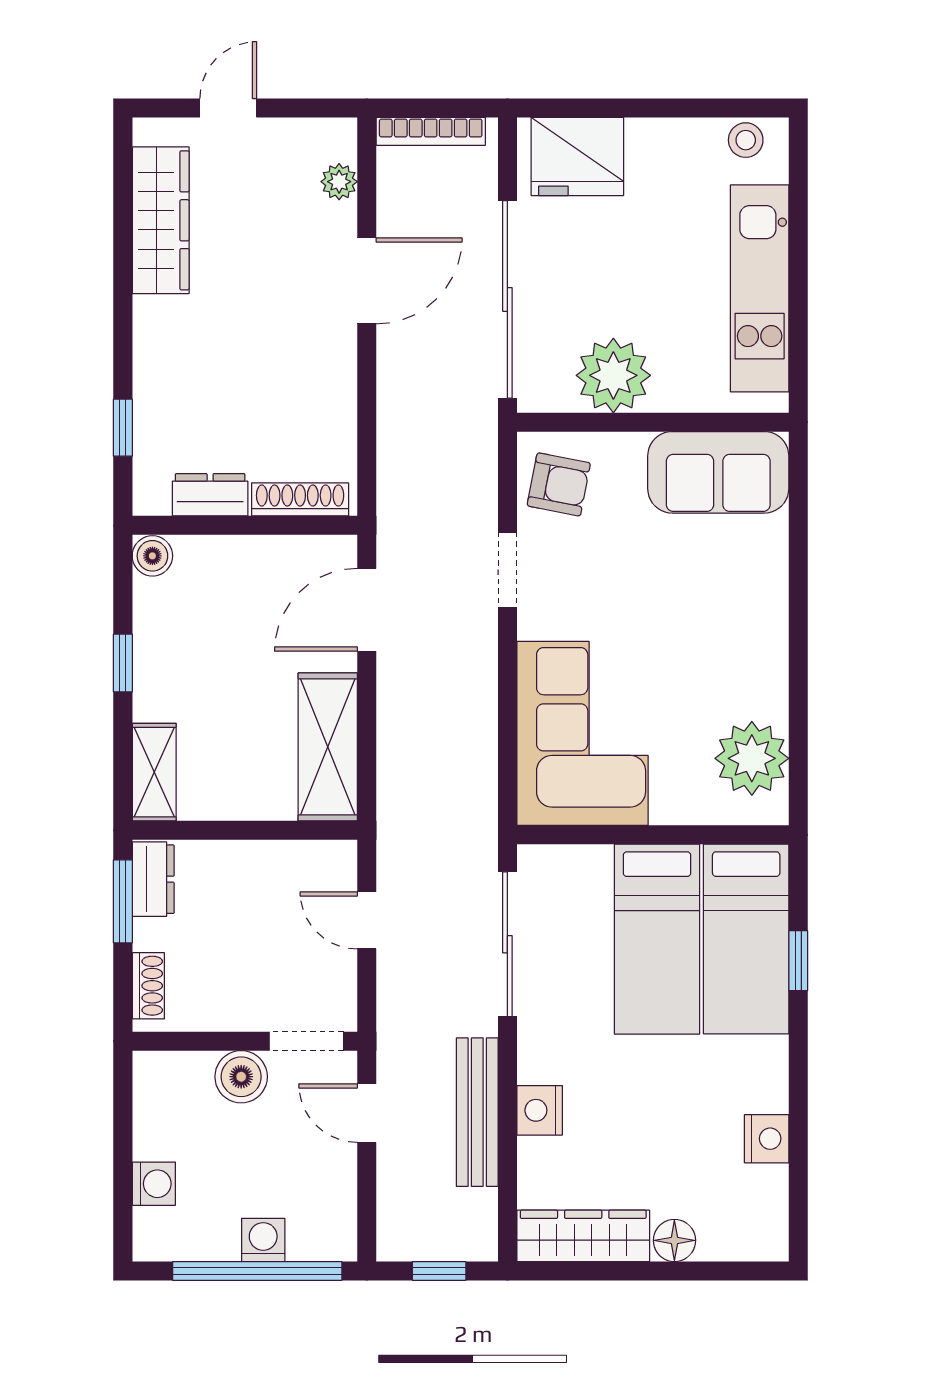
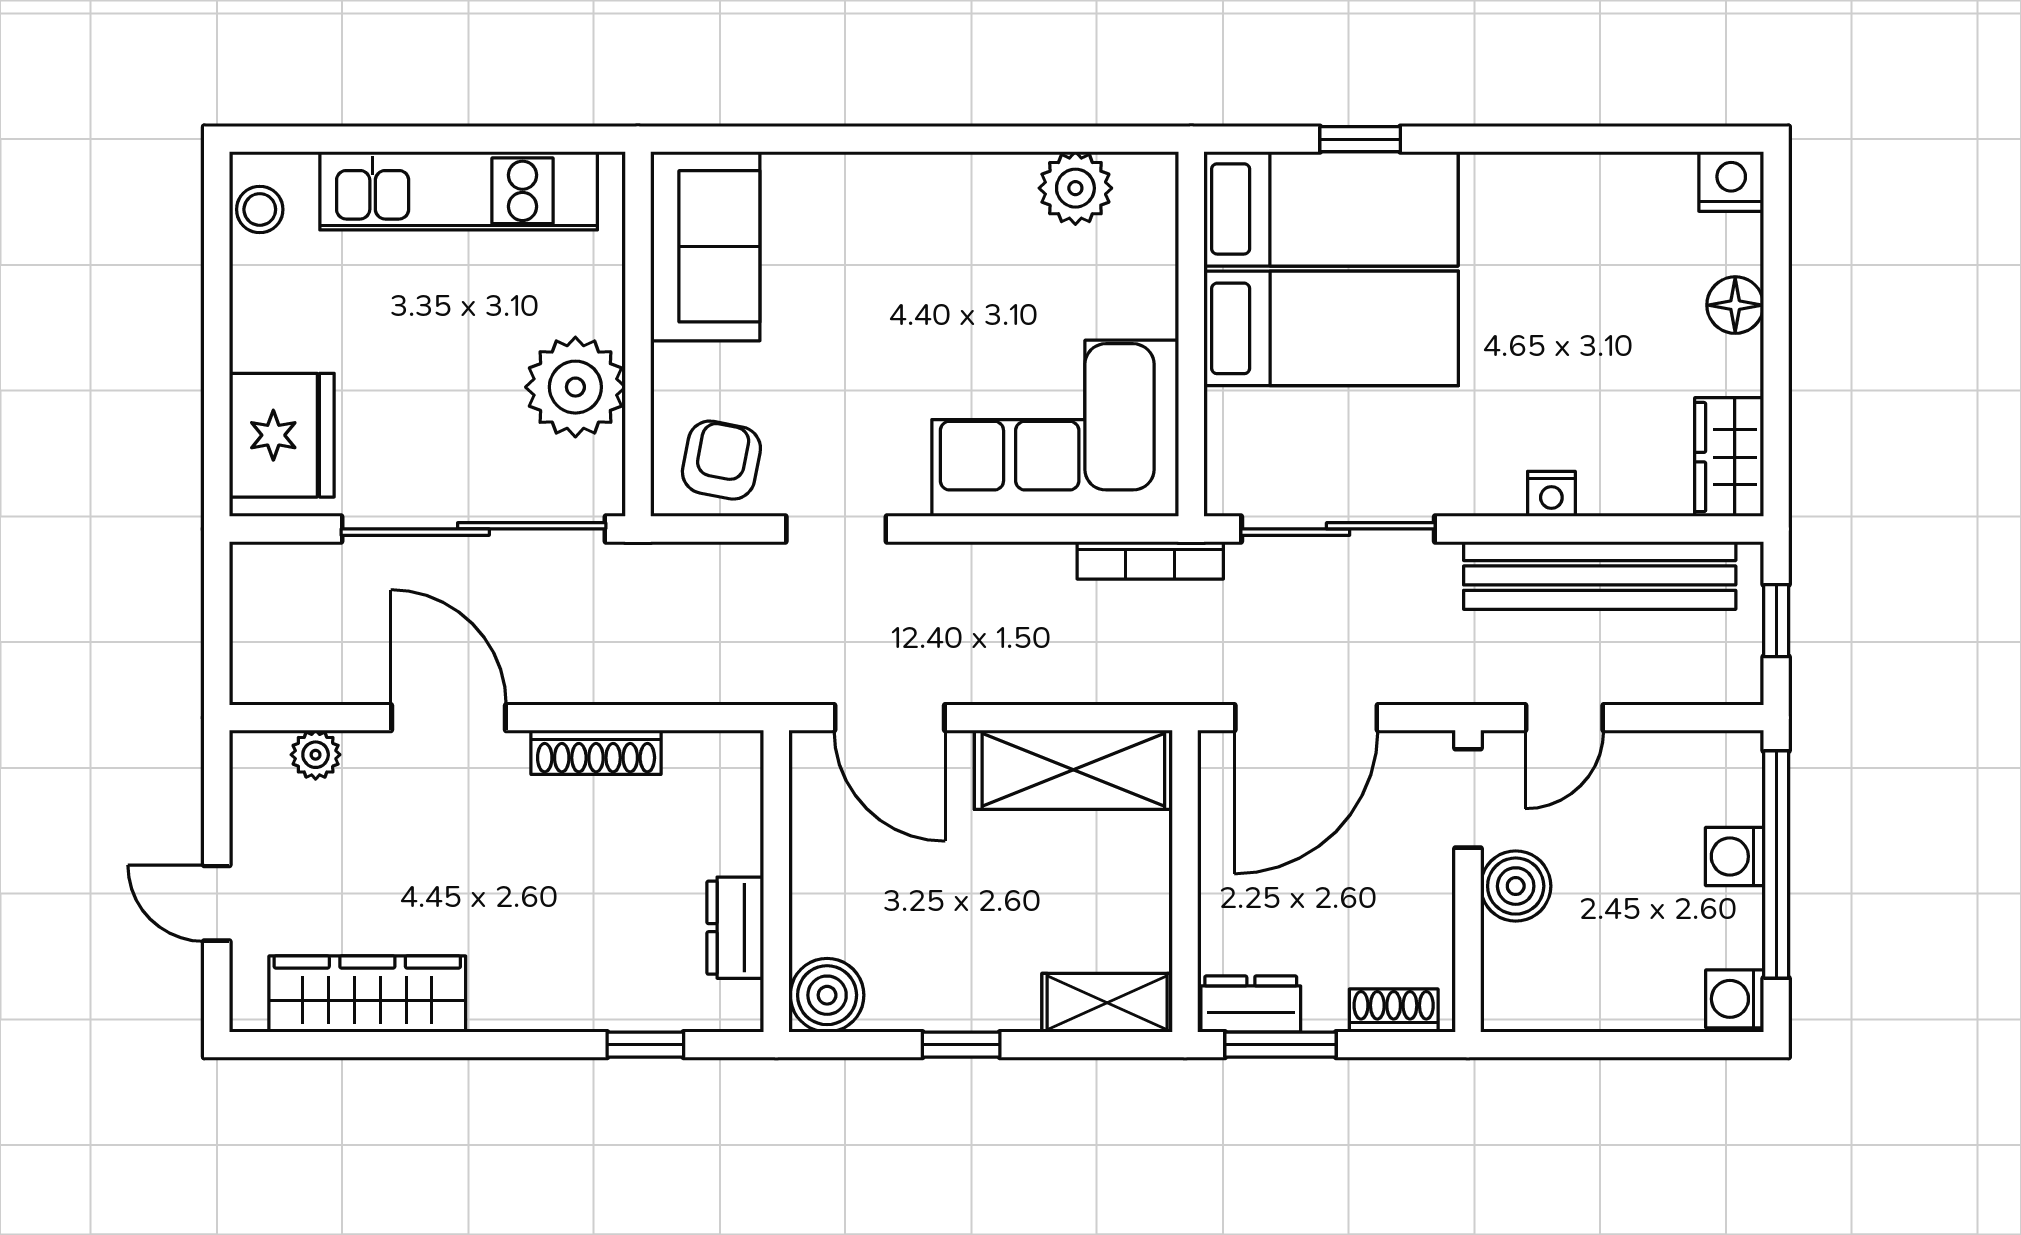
bookcase: (431, 131) -> (1150, 560), moved, turned 90
shoe rack: (300, 499) -> (596, 752), moved, turned -90
boiler: (152, 556) -> (827, 995), width x1.36, depth x1.36
plant: (752, 758) -> (1075, 188), width x0.73, depth x0.73
door: (367, 920) -> (1306, 718), width x1.87
nightstand: (540, 1110) -> (1551, 494), width x0.72, depth x0.74
bench: (477, 1112) -> (1600, 575), width x1.37, depth x1.21
nightstand: (767, 1139) -> (1731, 181), moved
washing machine: (154, 1184) -> (1735, 999), moved, turned -90
wardrobe: (583, 1236) -> (1729, 457), width x0.67

